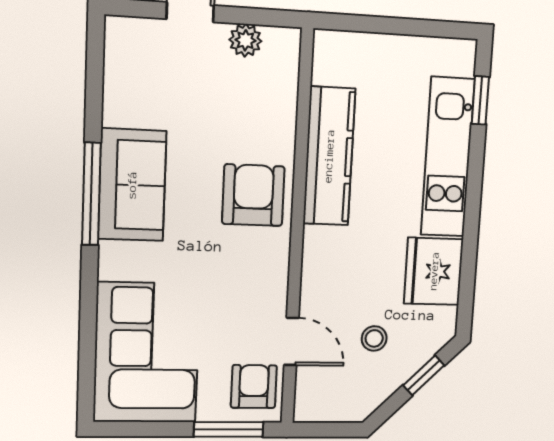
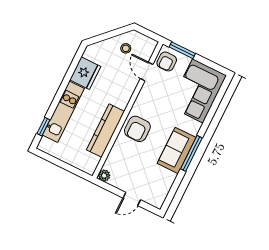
plant: (245, 40) -> (104, 176), moved
stool: (374, 338) -> (126, 48), moved
window: (424, 375) -> (105, 37), removed

